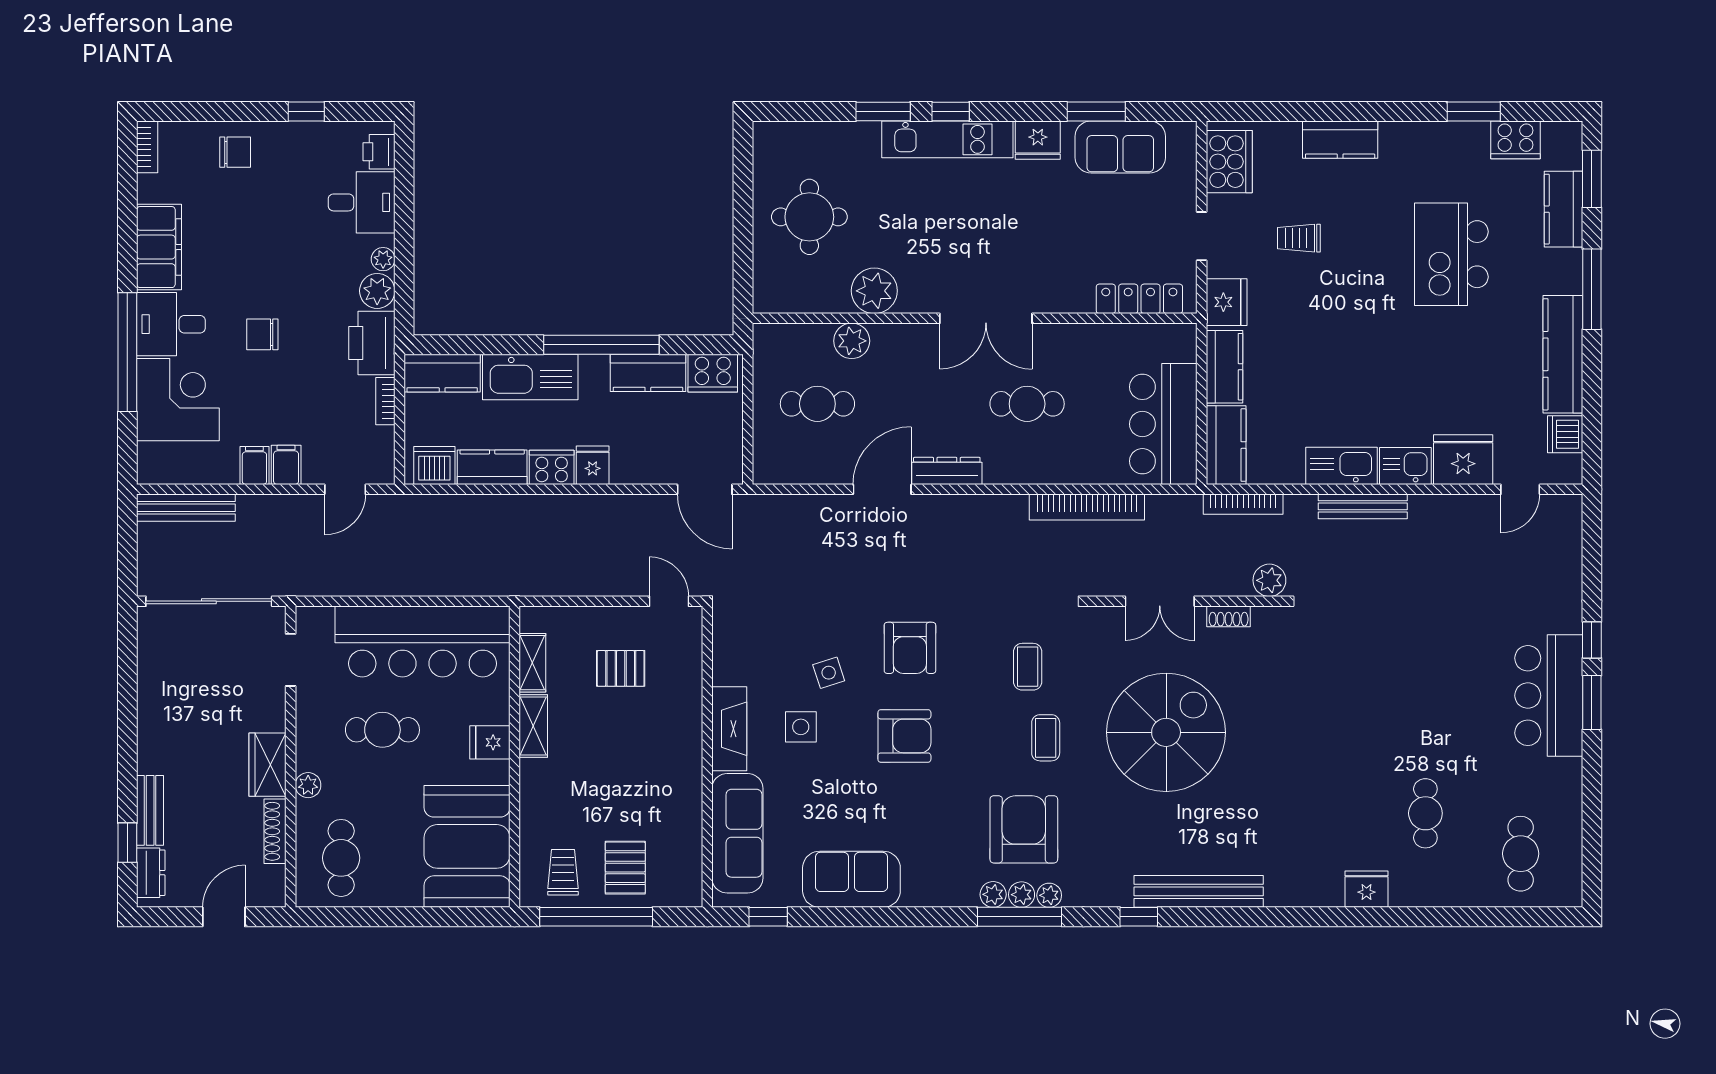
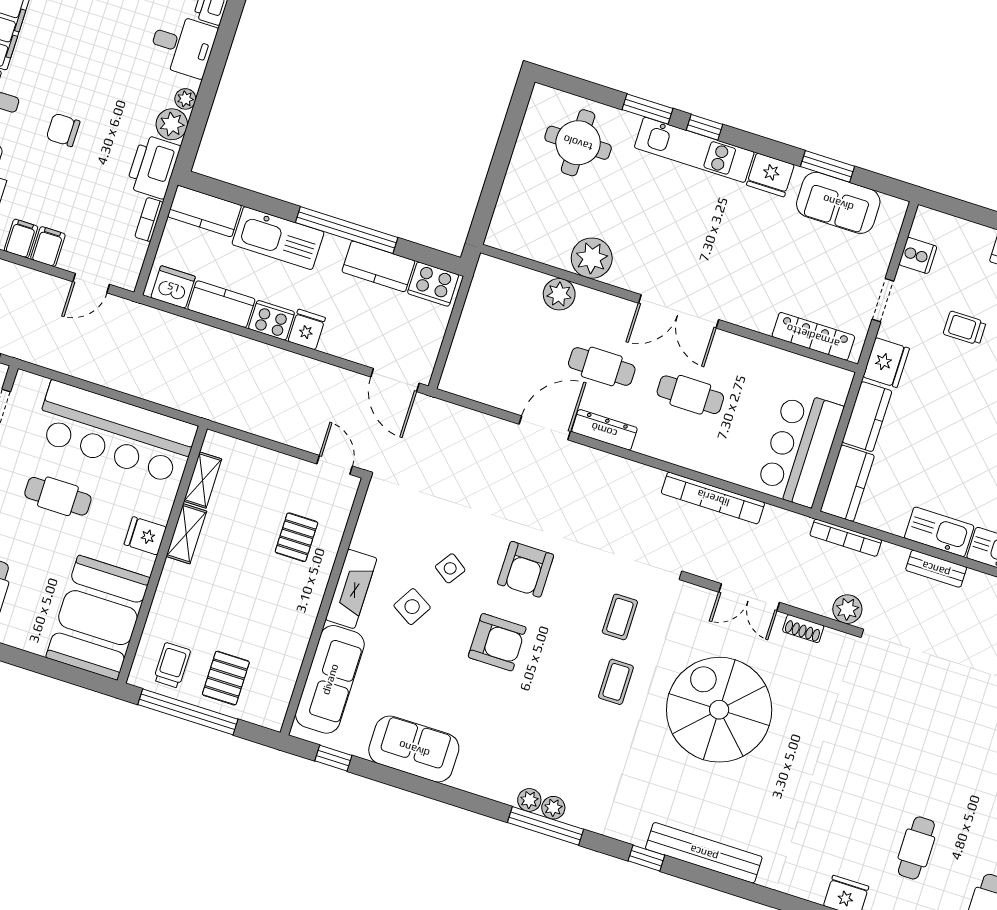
cooker: (1229, 162) -> (918, 255), width x0.53, depth x0.76
round table: (809, 217) -> (578, 143), moved
cafe table: (817, 404) -> (602, 366), moved
bench: (1363, 506) -> (936, 569), width x0.73
pallet: (621, 668) -> (296, 537), moved, turned 90
side table: (829, 673) -> (450, 568), turned -37
side table: (801, 727) -> (412, 607), turned 31
spiral stairs: (1166, 732) -> (719, 710), turned -90
armchair: (1024, 829) -> (573, 753), removed
plant: (1049, 895) -> (576, 816), removed

